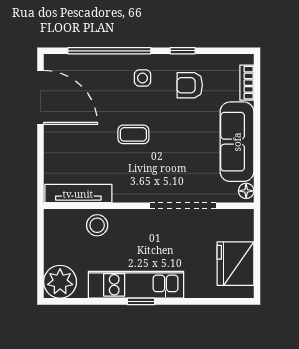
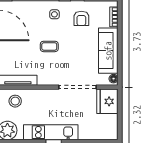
armchair: (190, 85) -> (81, 18), turned -90
stool: (97, 225) -> (15, 101), moved
fridge: (235, 264) -> (107, 101), moved

